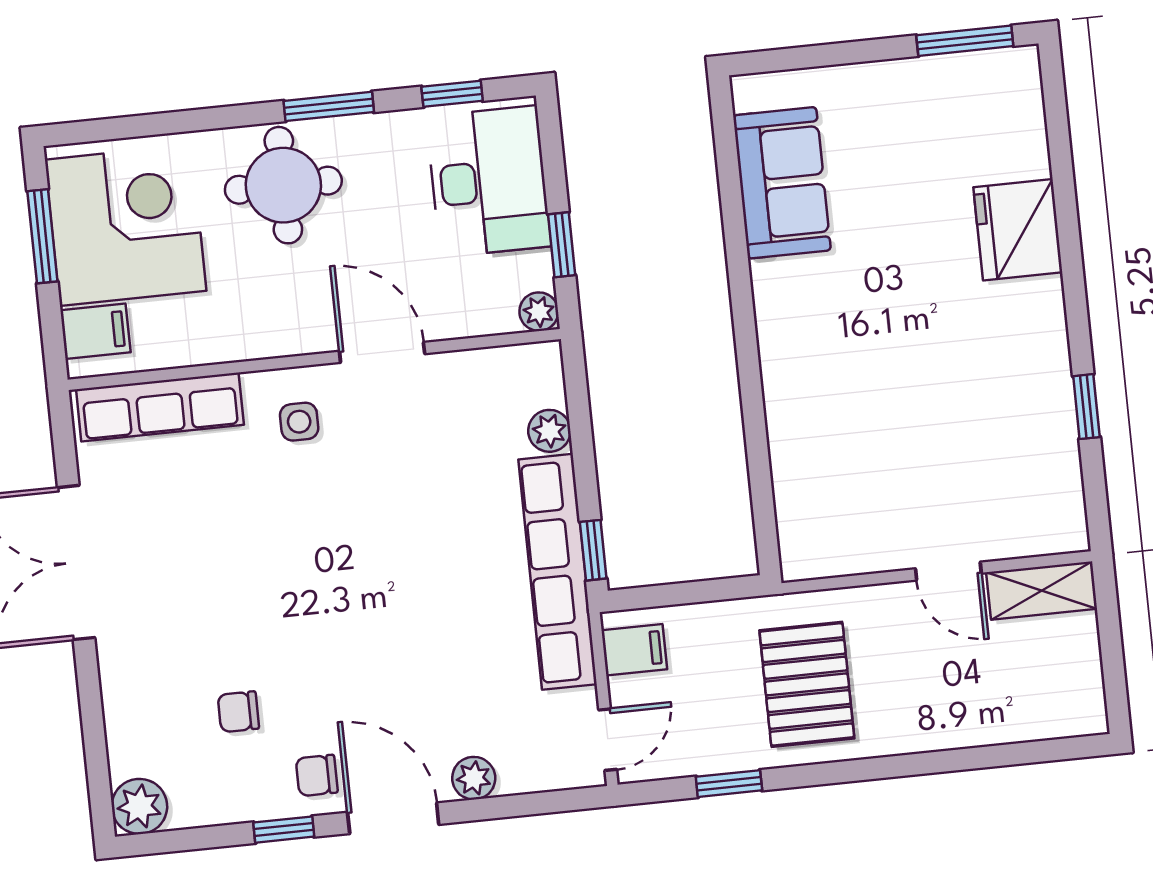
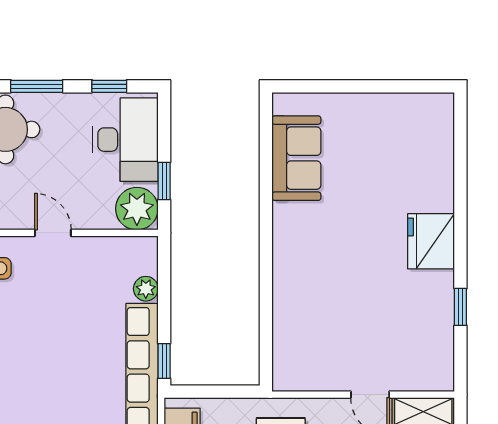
window: (965, 41) -> (412, 86), removed
fridge: (1018, 230) -> (431, 241), moved
plant: (539, 312) -> (137, 209), width x1.88, depth x1.88
door: (382, 352) -> (53, 233), width x0.73

